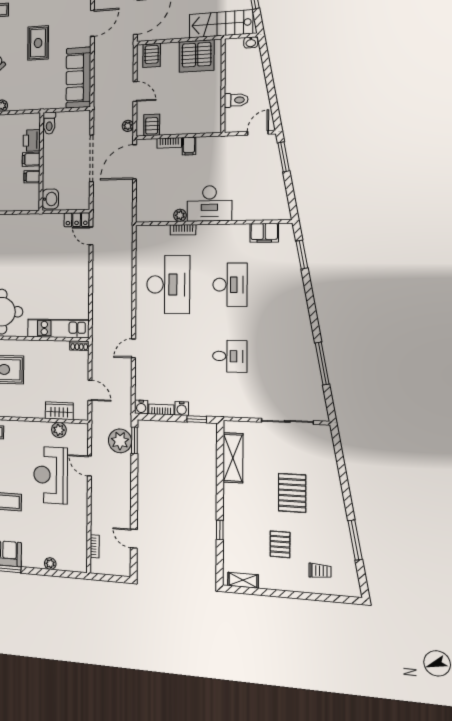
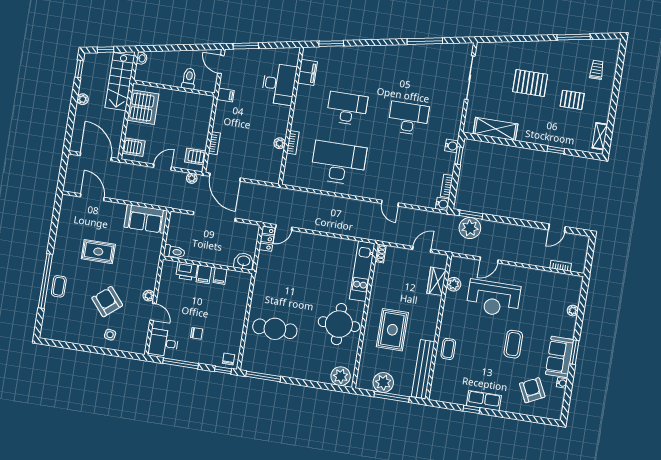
sofa: (78, 78) -> (146, 219), width x0.73
filing cabinet: (189, 146) -> (225, 95), moved
desk: (209, 203) -> (279, 84), moved
desk: (230, 356) -> (408, 118), width x1.37
water cooler: (182, 409) -> (452, 146), moved

